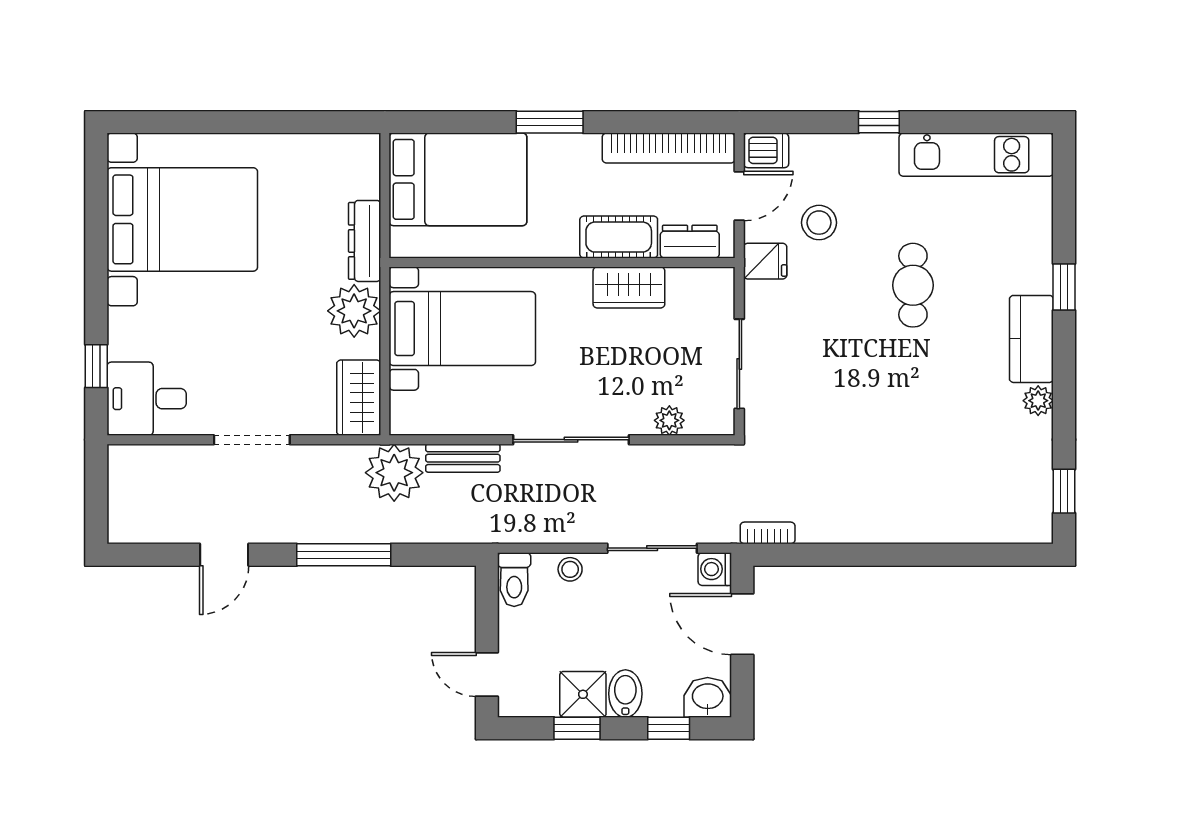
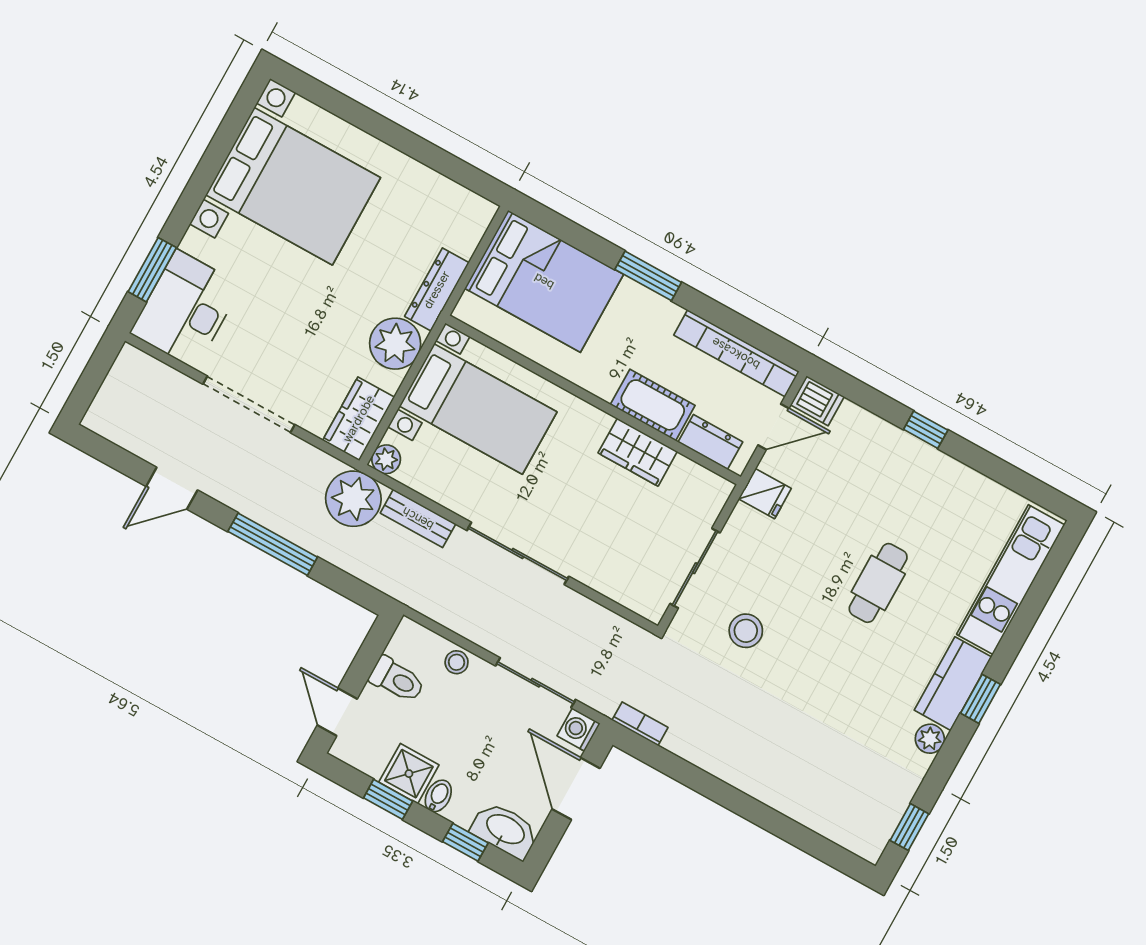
kitchen unit: (976, 155) -> (1011, 580), moved, turned 90
stool: (819, 223) -> (746, 631), moved
window: (1064, 287) -> (980, 699), moved
window: (96, 366) -> (152, 270), width x1.50
desk: (147, 399) -> (186, 309), width x1.37
plant: (669, 420) -> (386, 459), moved
doorway: (252, 440) -> (249, 404), width x1.36
toilet: (514, 580) -> (397, 680), moved, turned -90
bidet: (625, 694) -> (438, 796), width x0.72, depth x0.74
washbasin: (708, 697) -> (505, 830), width x1.38

